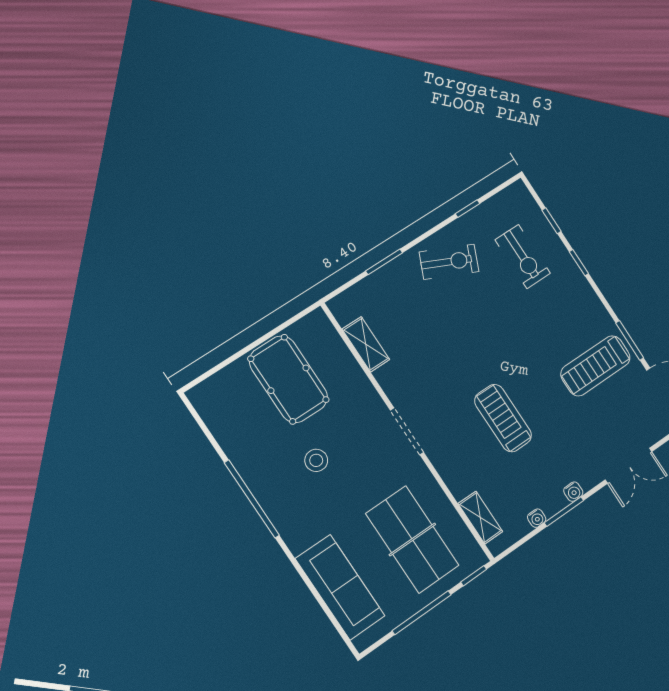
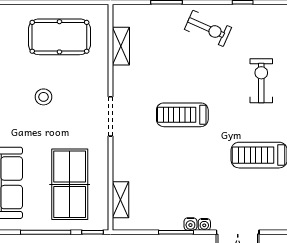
exercise bike: (523, 257) -> (261, 81), moved, turned 180
pool table: (289, 379) -> (59, 37), turned 90
treadmill: (503, 418) -> (182, 115), moved, turned -90
water cooler: (537, 518) -> (204, 224), moved

